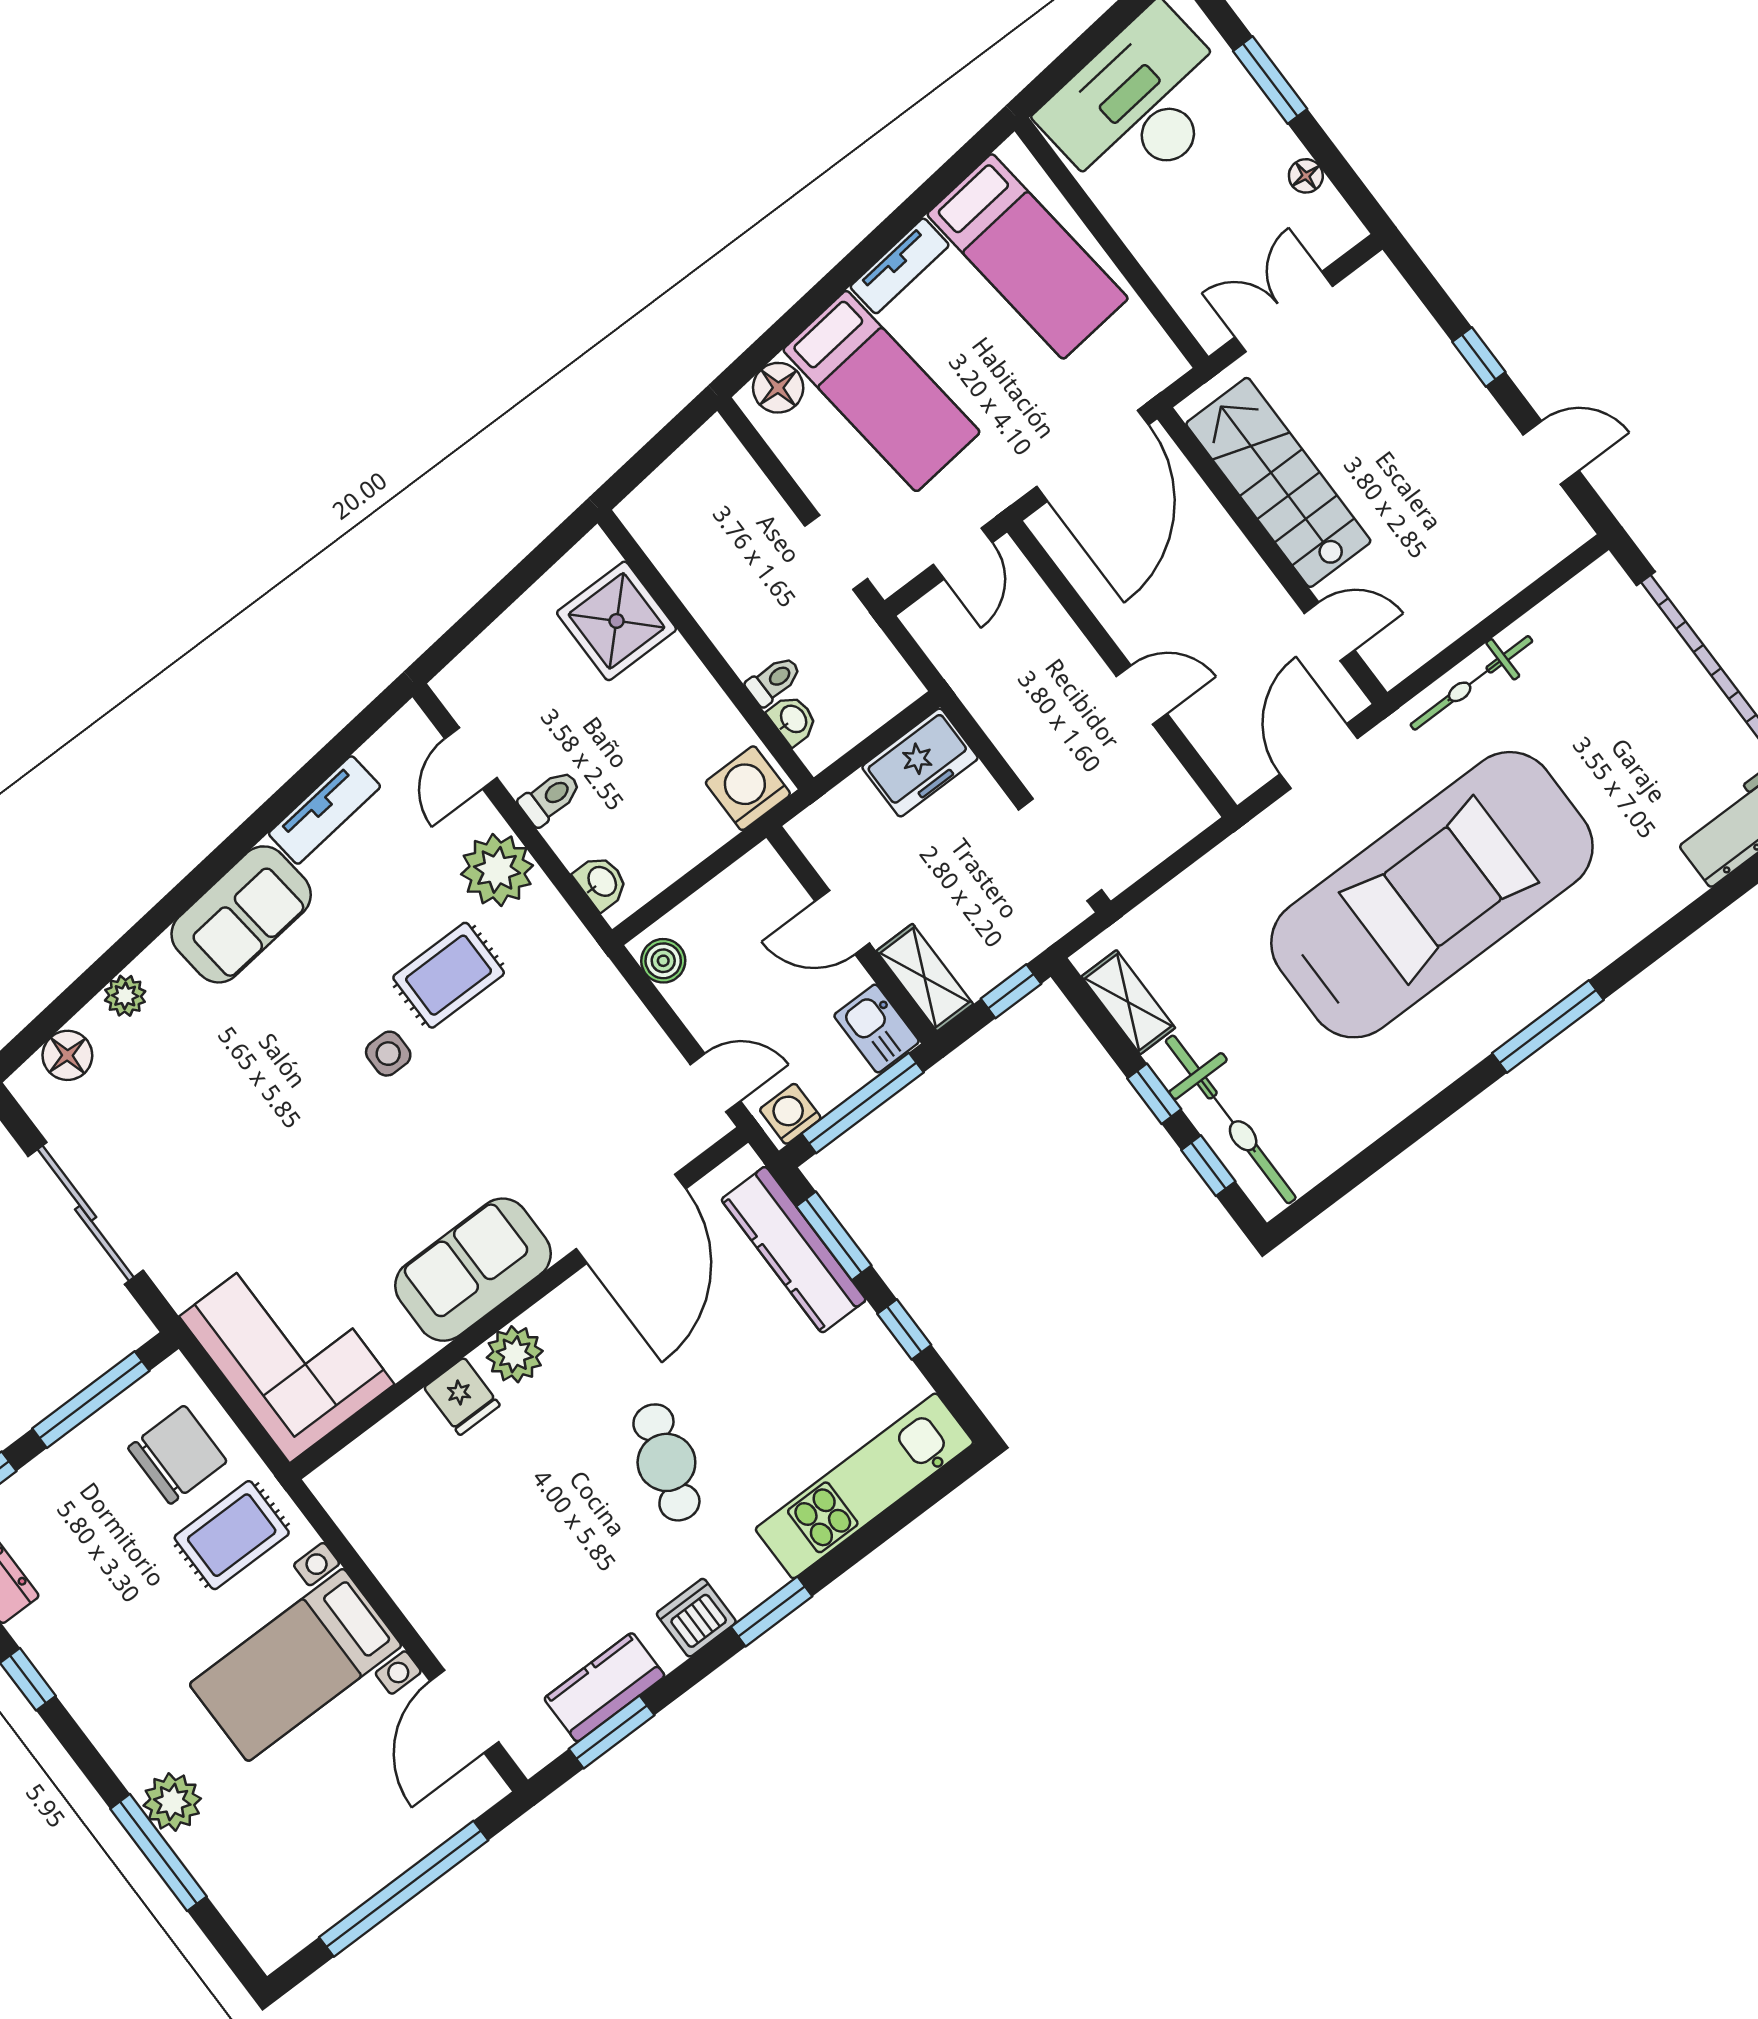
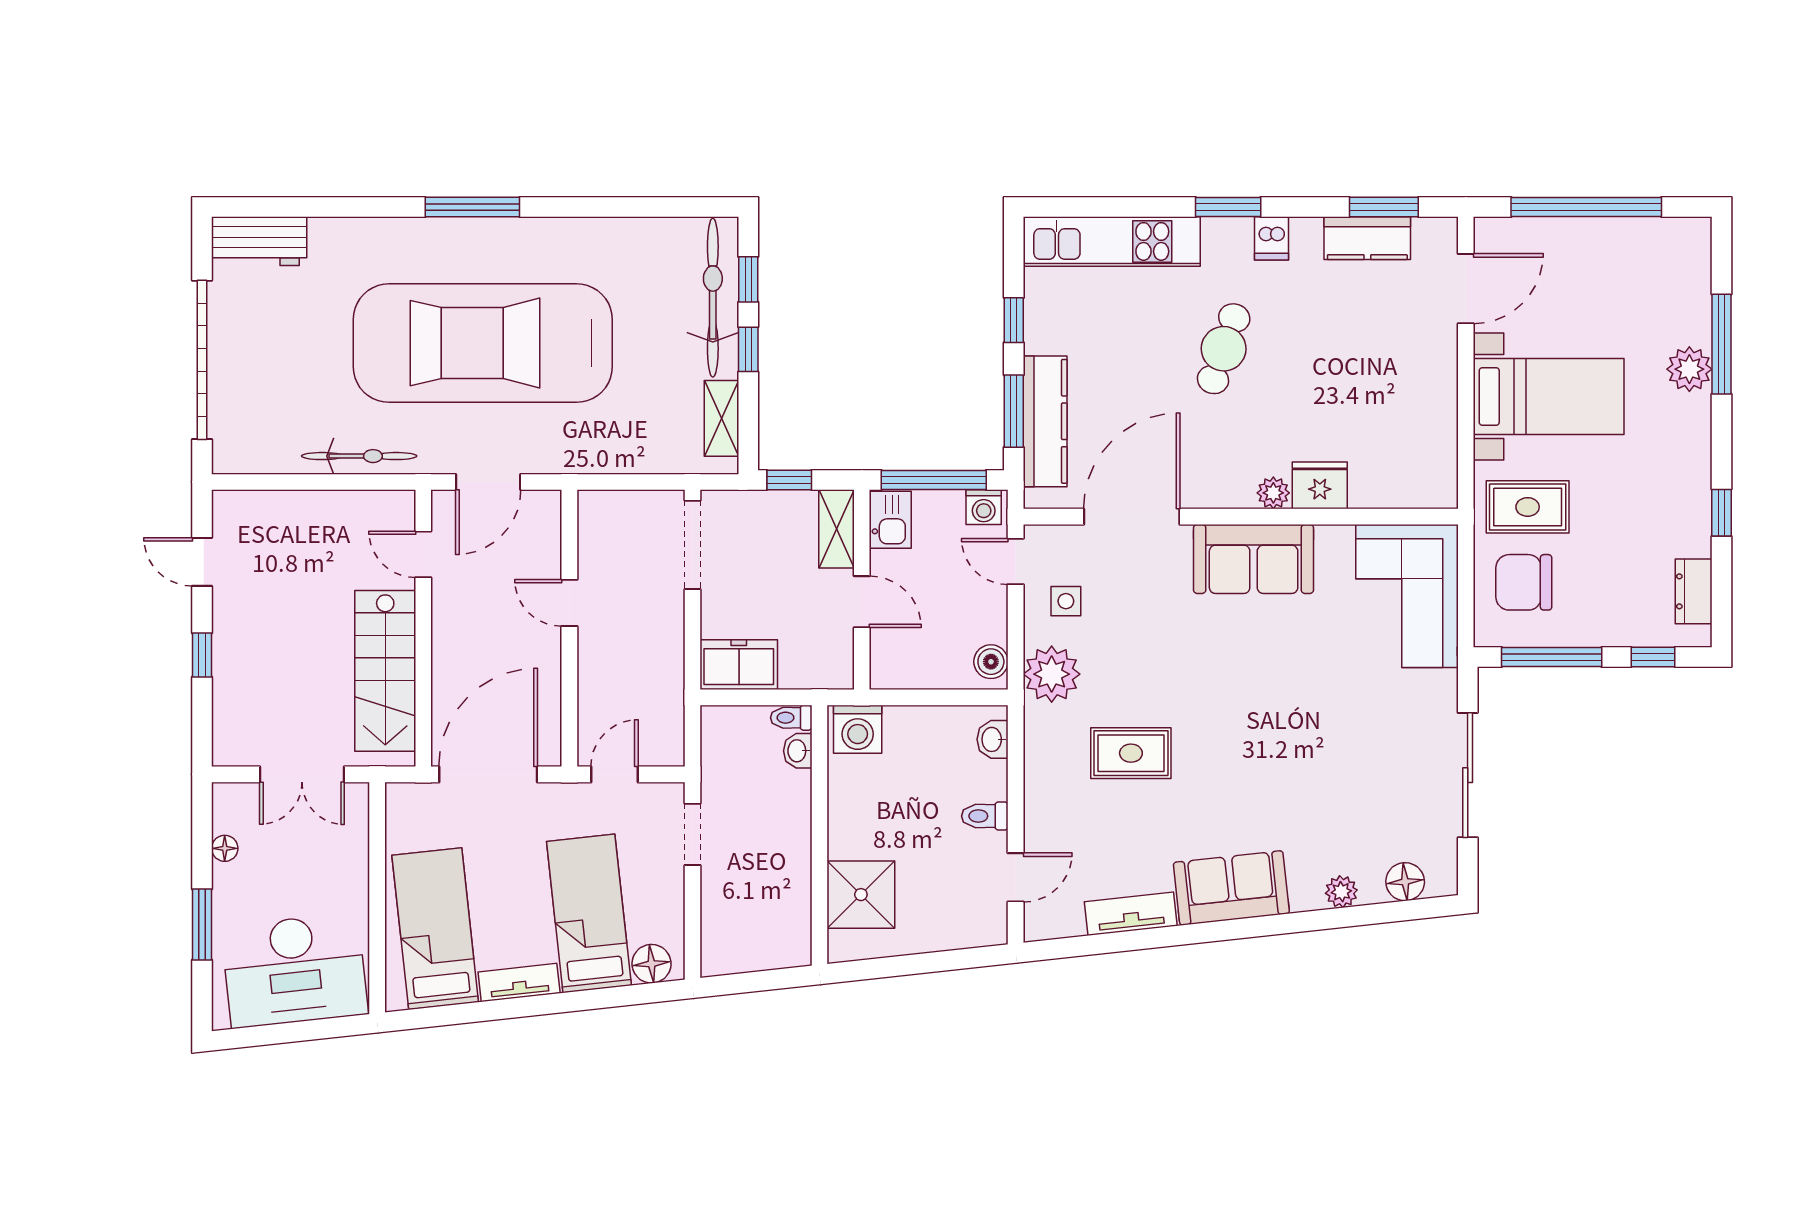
toilet: (774, 681) -> (791, 718), moved
plant: (497, 870) -> (1052, 674), moved
side table: (388, 1054) -> (1066, 601), moved
plant: (515, 1354) -> (1273, 493), width x0.73, depth x0.73
fridge: (462, 1396) -> (1320, 485), width x1.38
dishwasher: (696, 1618) -> (1271, 238), width x0.73

